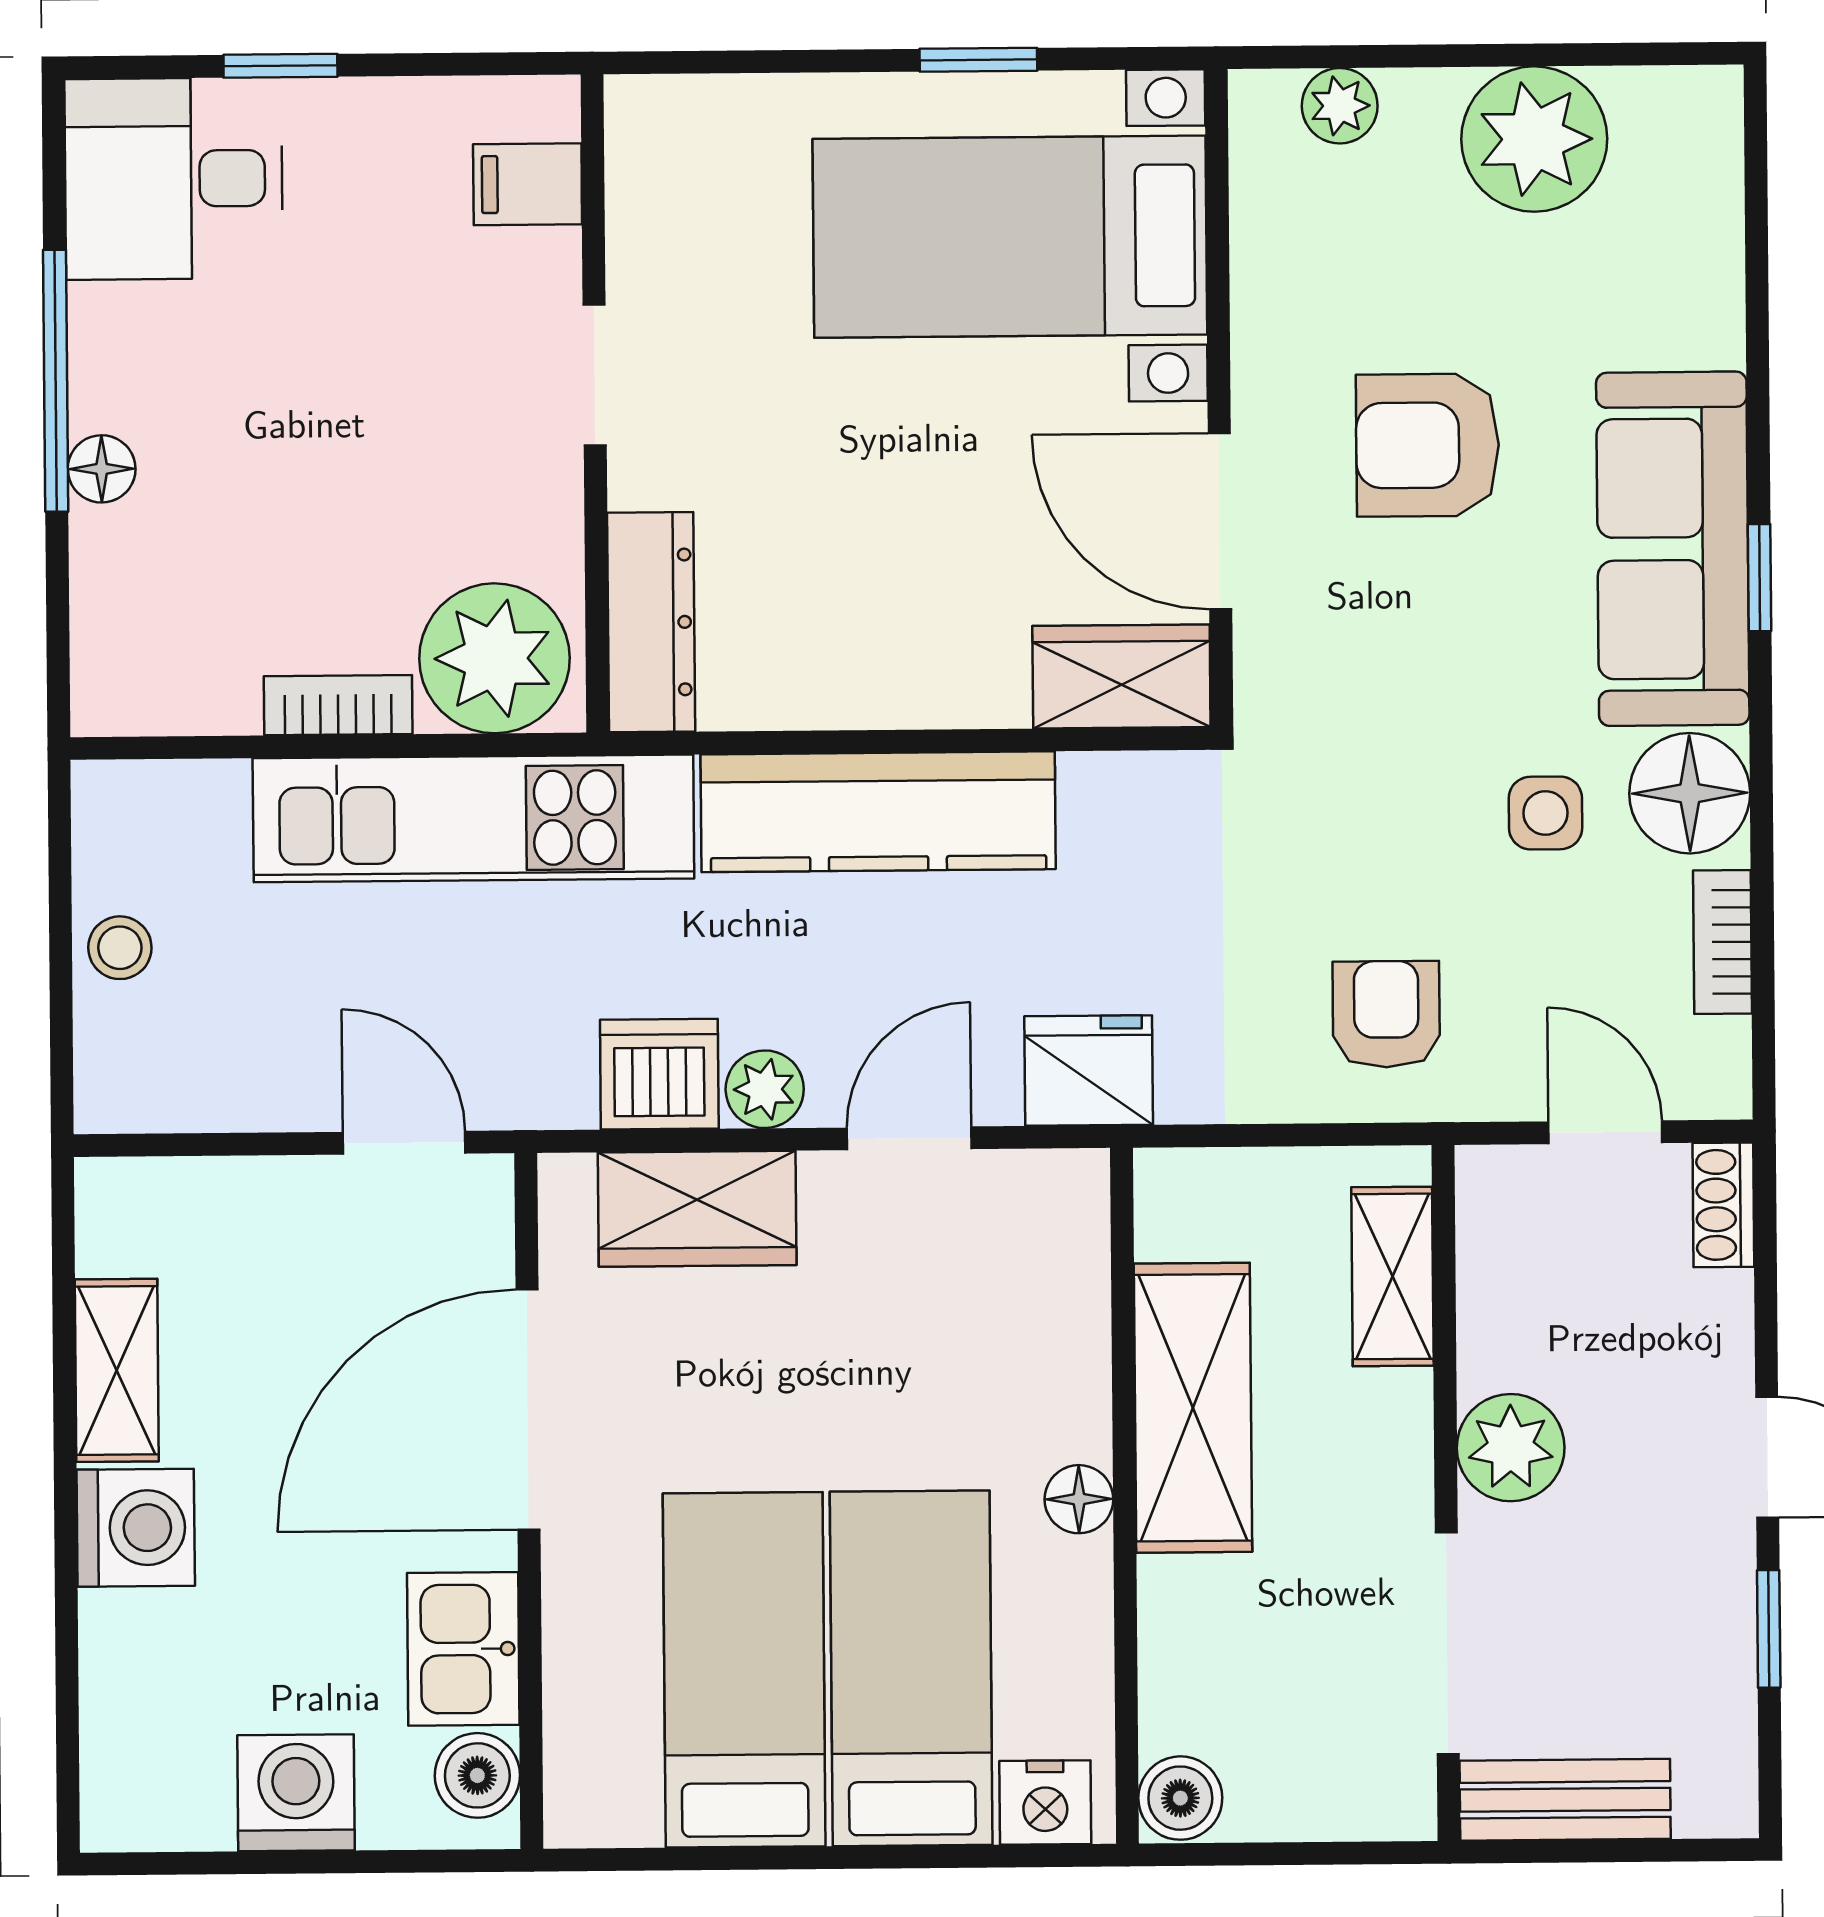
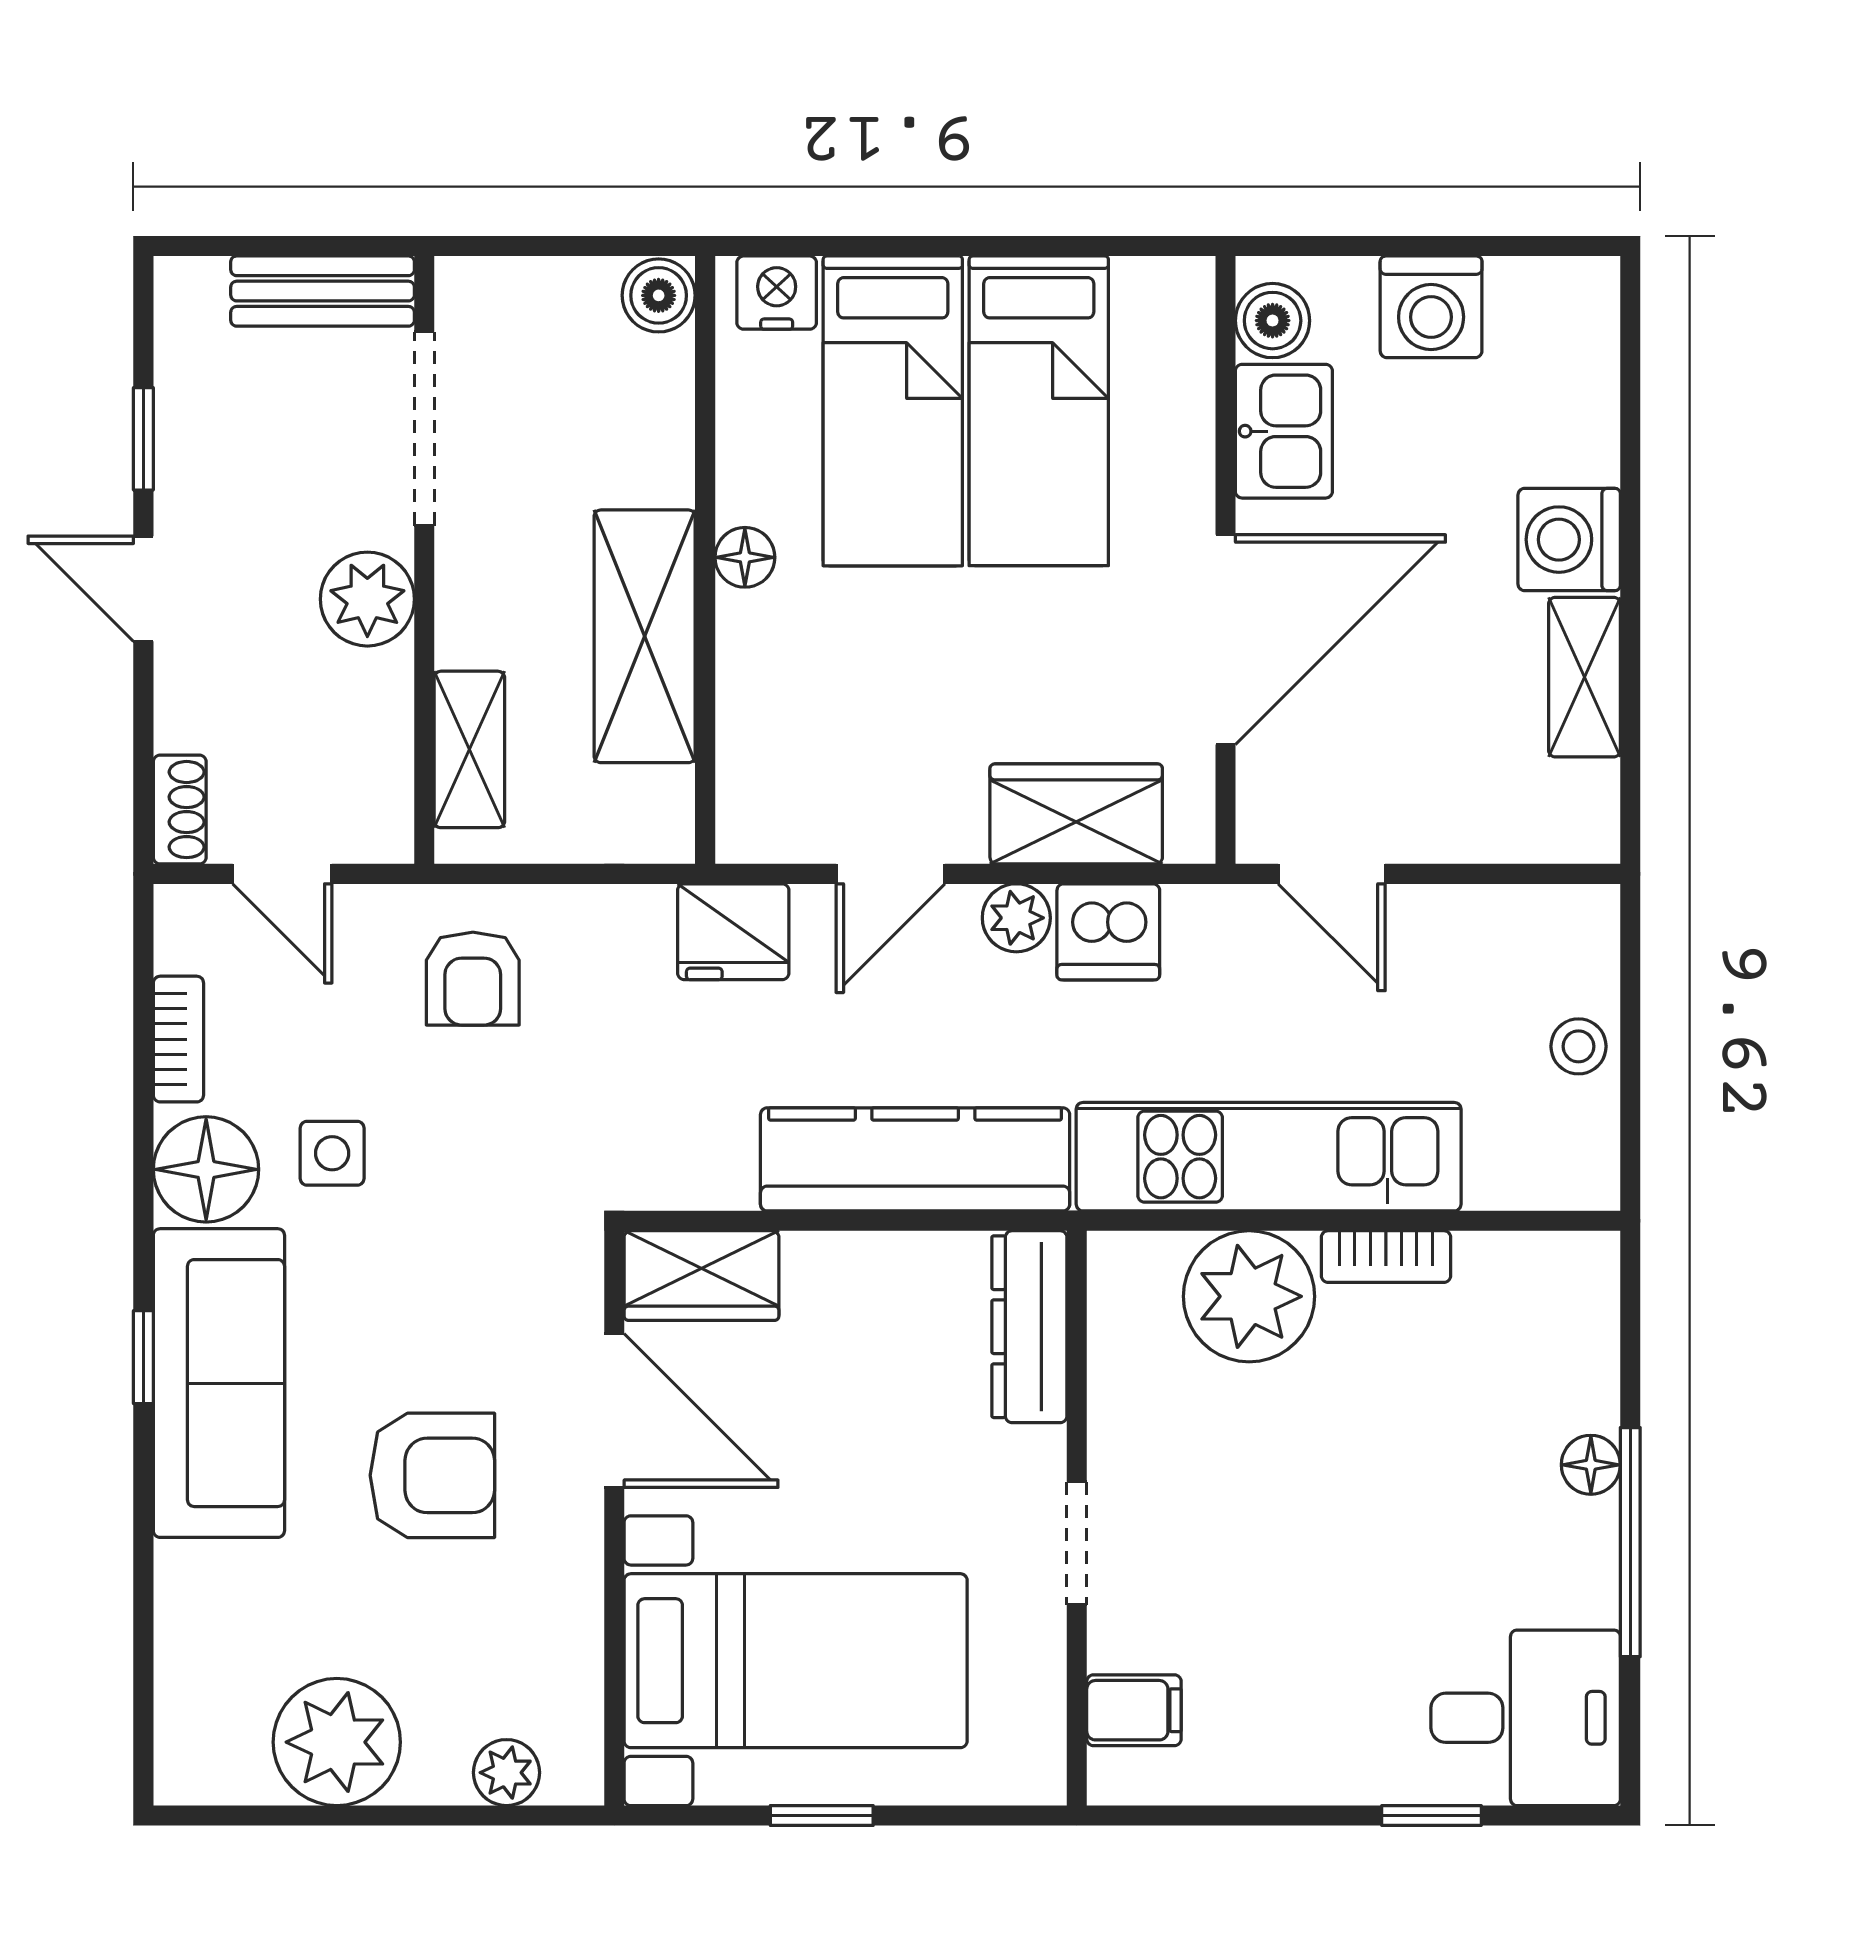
filing cabinet: (528, 184) -> (1134, 1710), moved
doorway: (595, 375) -> (1077, 1543), moved
wall: (595, 403) -> (1077, 1518), moved
dresser: (651, 622) -> (1029, 1327), moved

